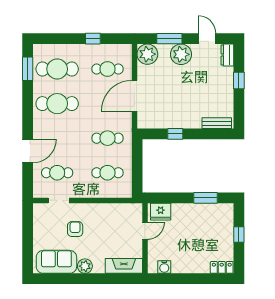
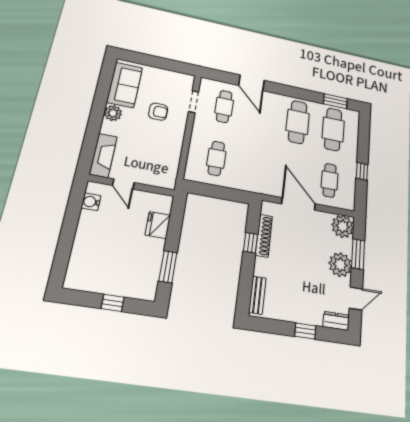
shoe rack: (167, 123) -> (264, 236), added
cafe table: (107, 138) -> (255, 166), removed
fridge: (161, 212) -> (158, 225), moved
door: (145, 231) -> (123, 184), moved
locker: (222, 267) -> (74, 274), removed

